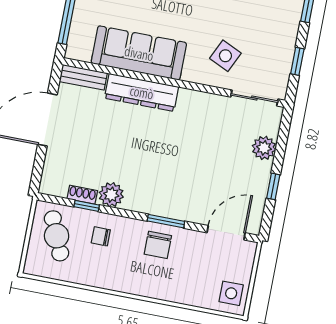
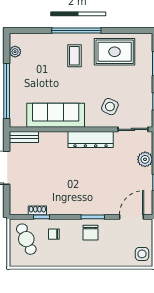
dresser: (142, 92) -> (91, 140), moved
plant: (111, 195) -> (55, 207), removed

